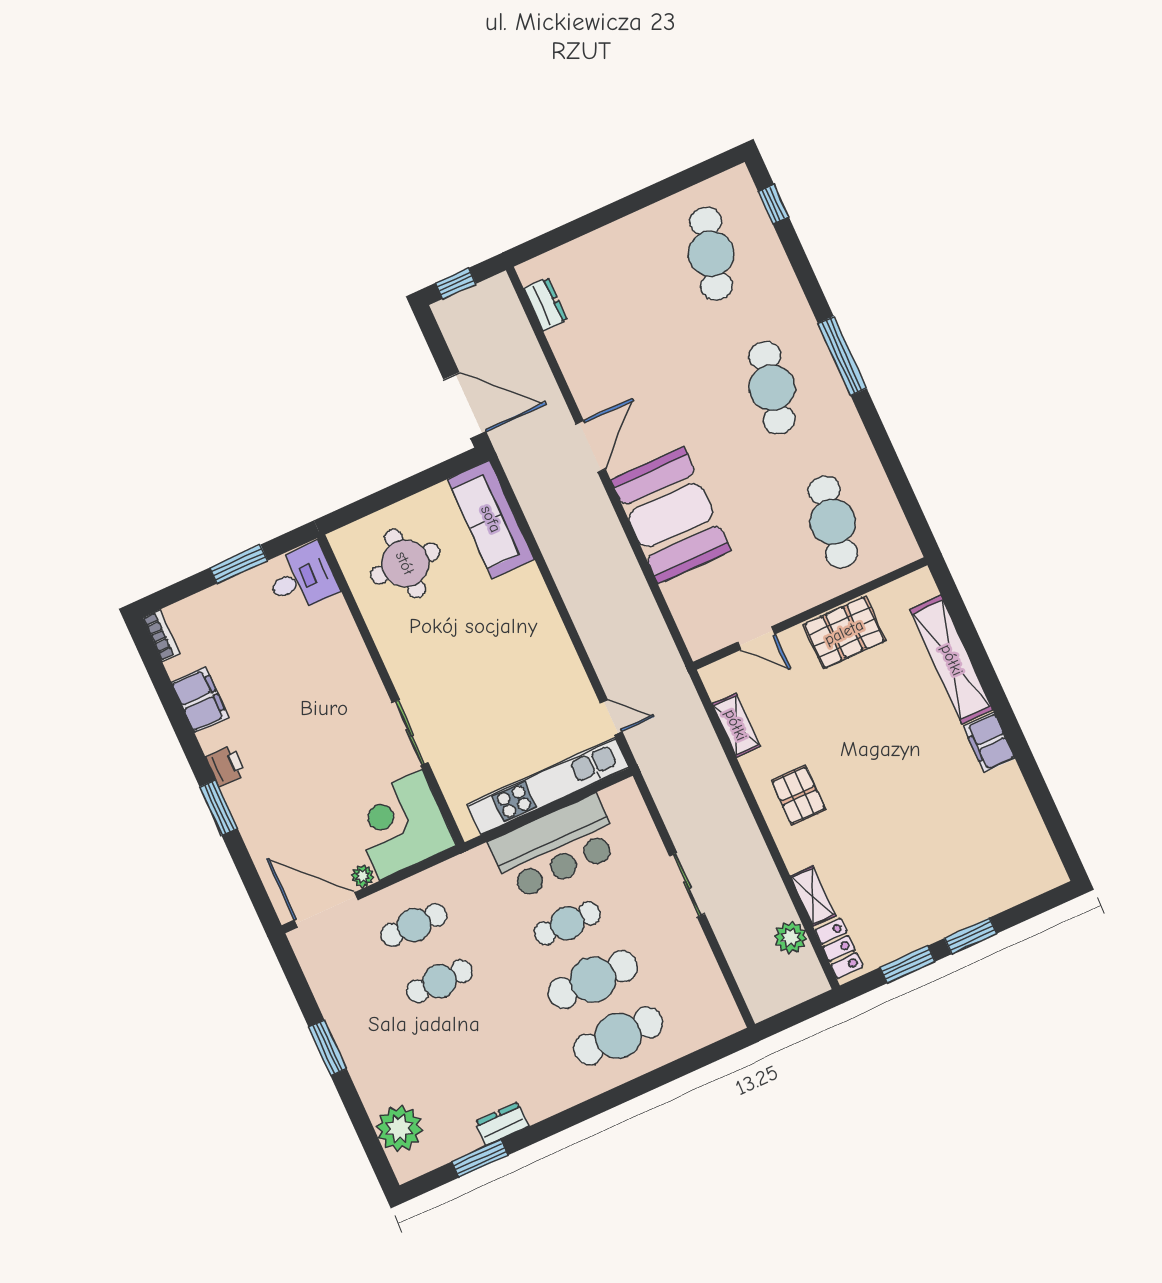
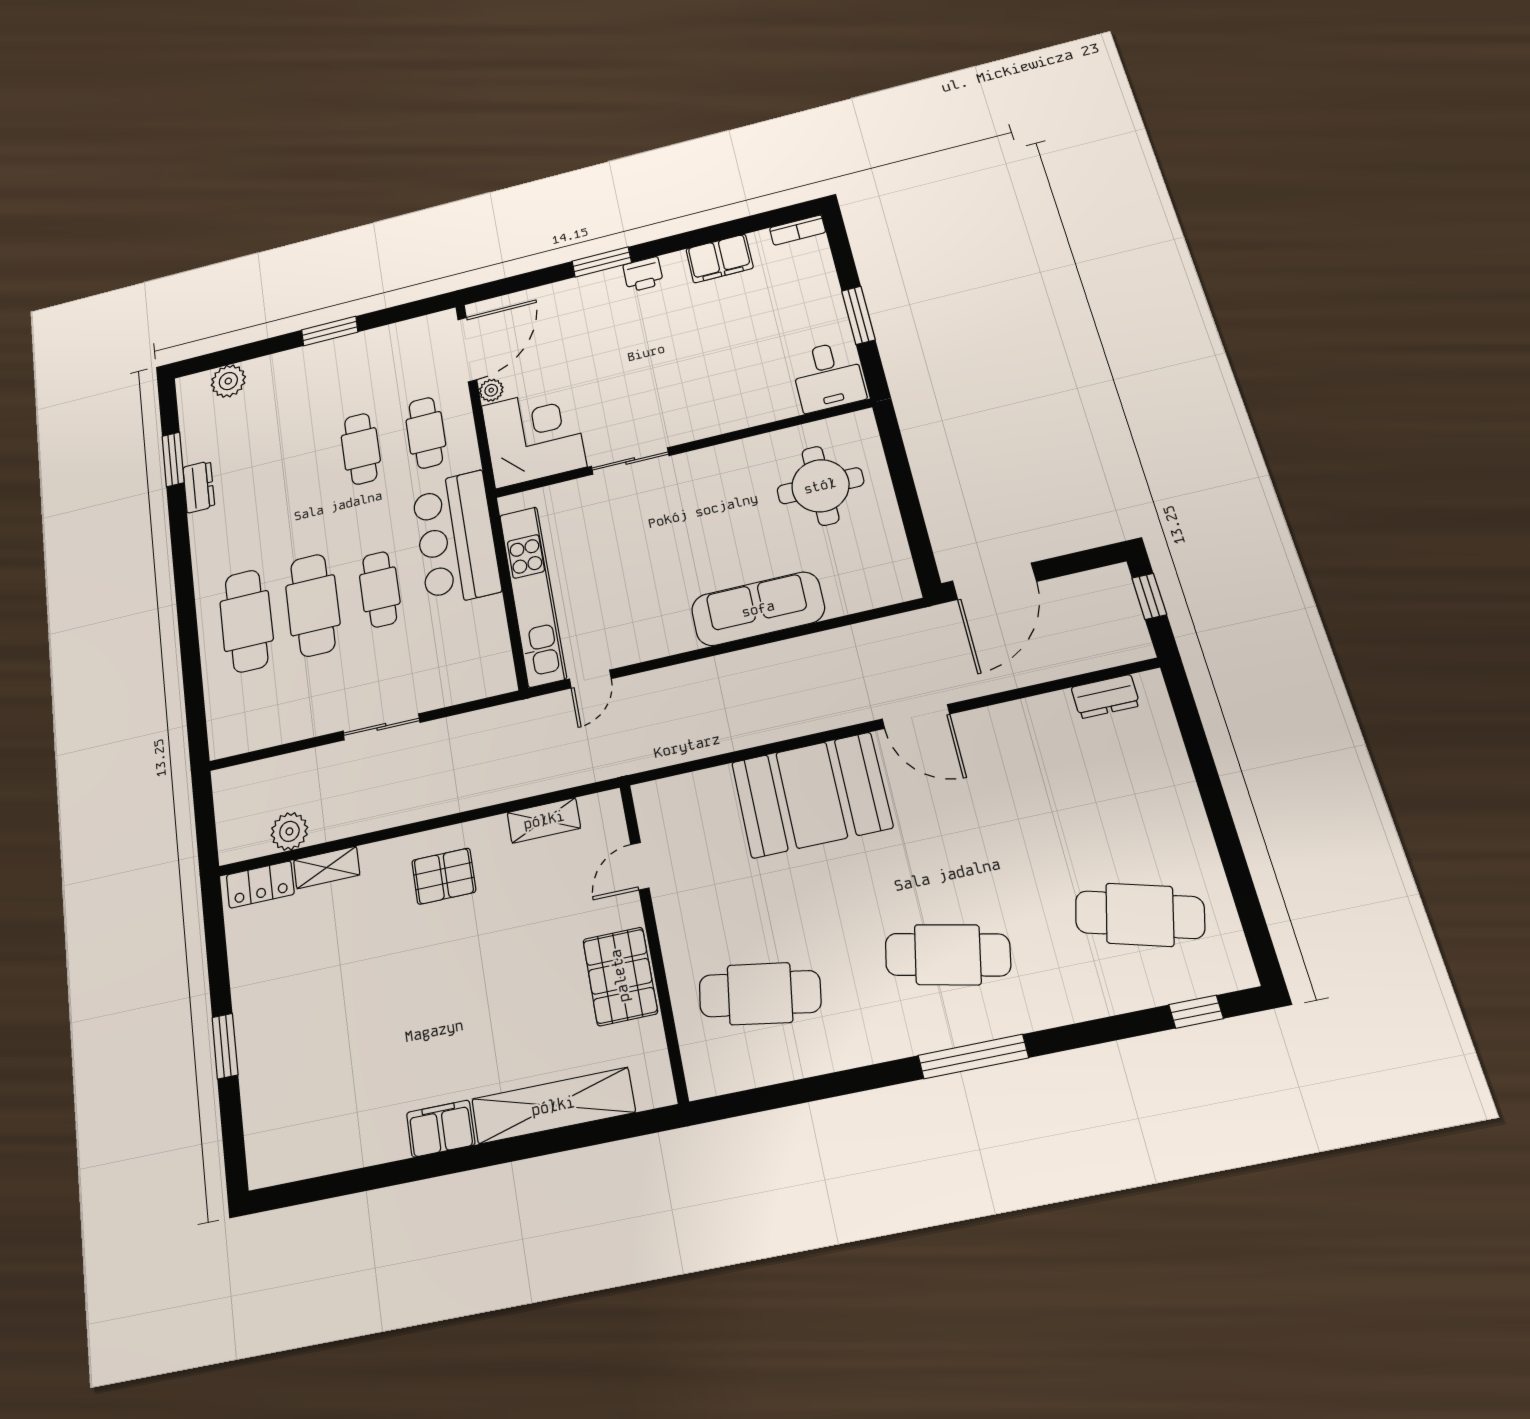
sofa: (491, 519) -> (758, 609), moved
bar counter: (555, 847) -> (456, 538), moved
window: (908, 964) -> (218, 962), removed
plant: (399, 1128) -> (228, 381), width x0.73, depth x0.73

